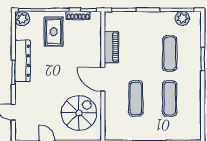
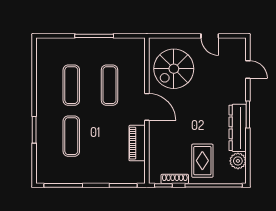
plant: (182, 18) -> (57, 176), removed
plant: (22, 19) -> (238, 161), moved

